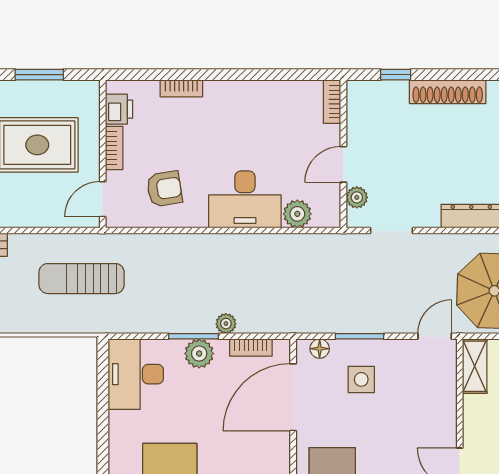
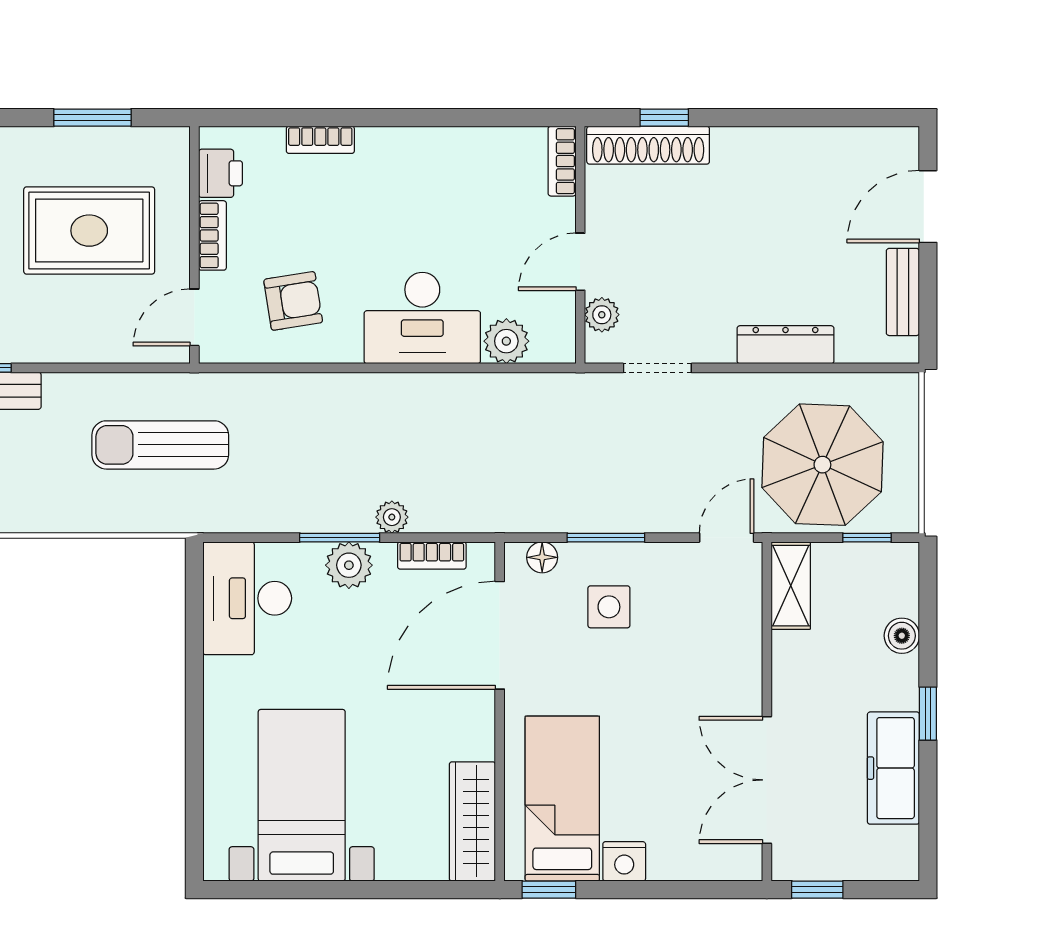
shoe rack: (448, 92) -> (648, 145), moved

